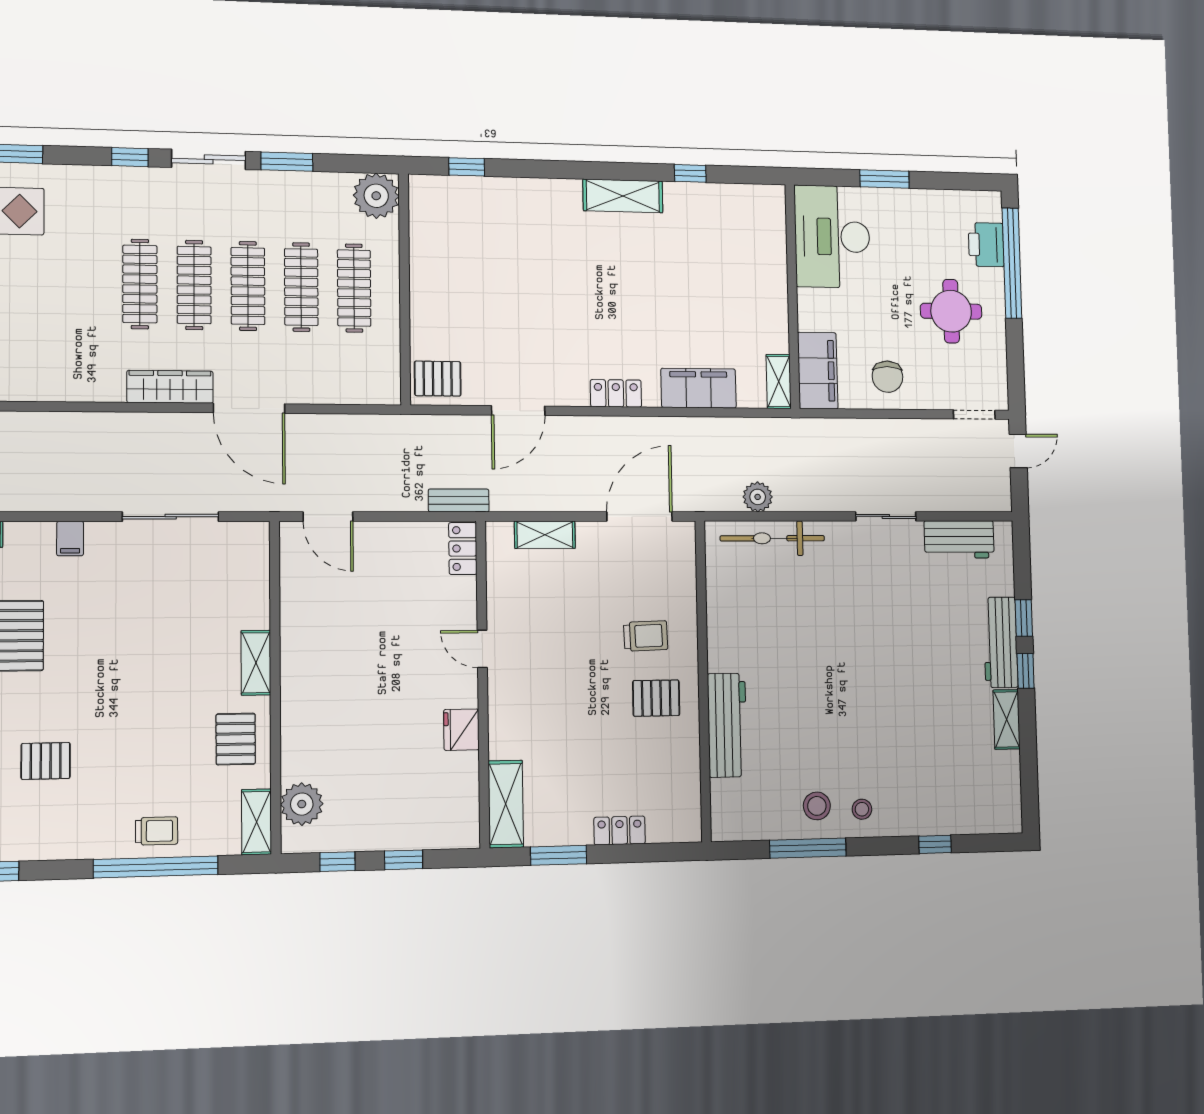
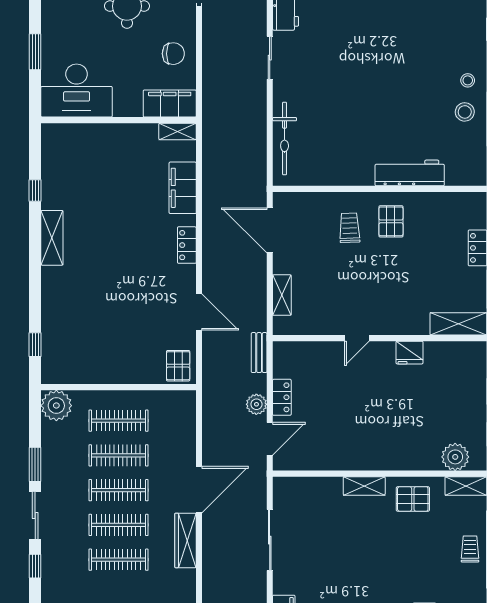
plant: (758, 497) -> (256, 404), moved
locker: (463, 549) -> (282, 397), moved, turned -90

